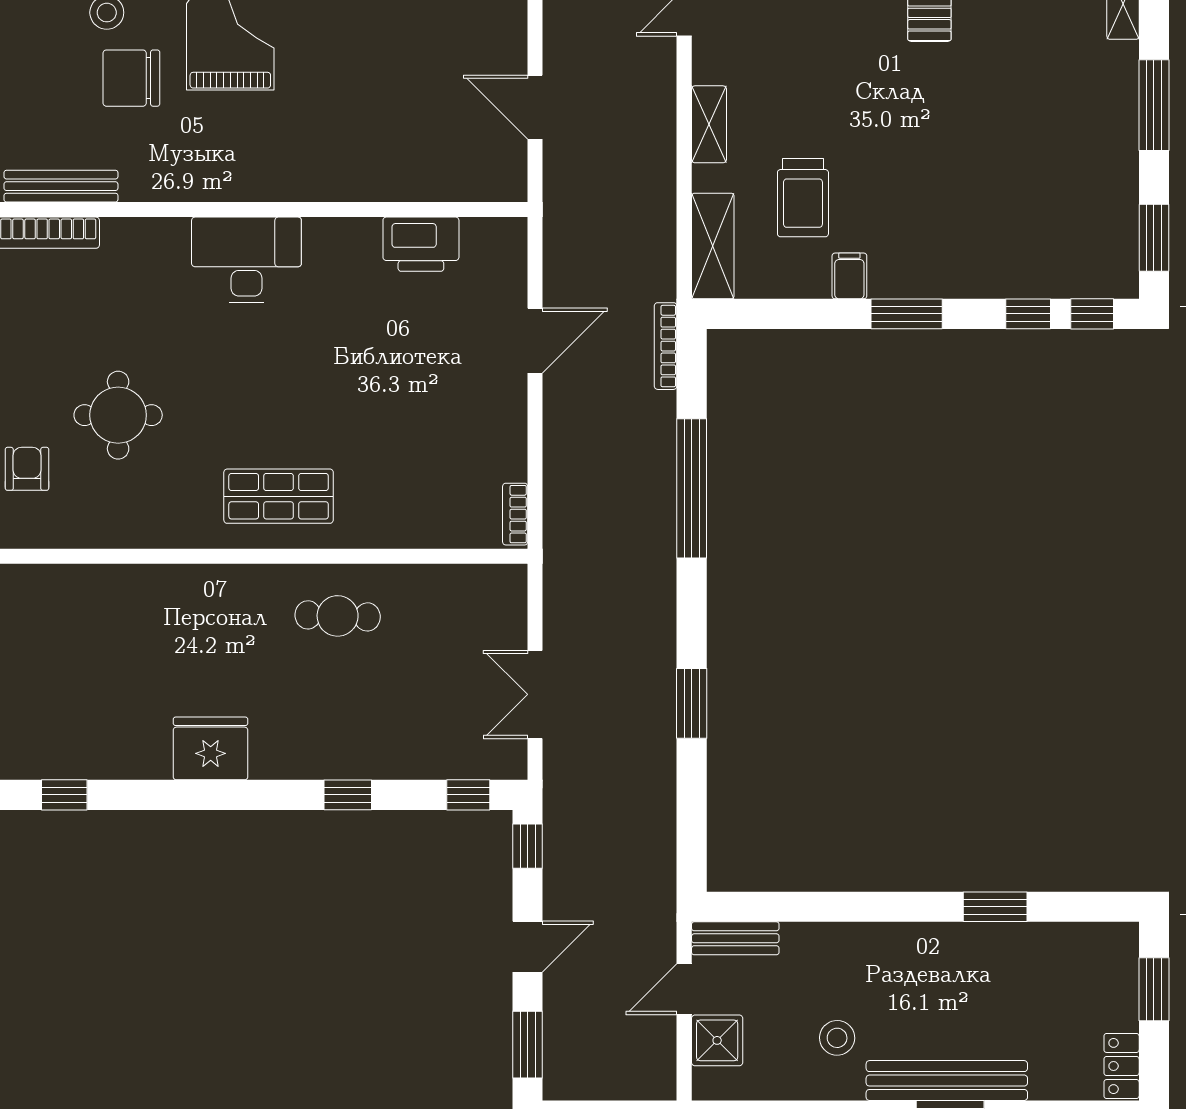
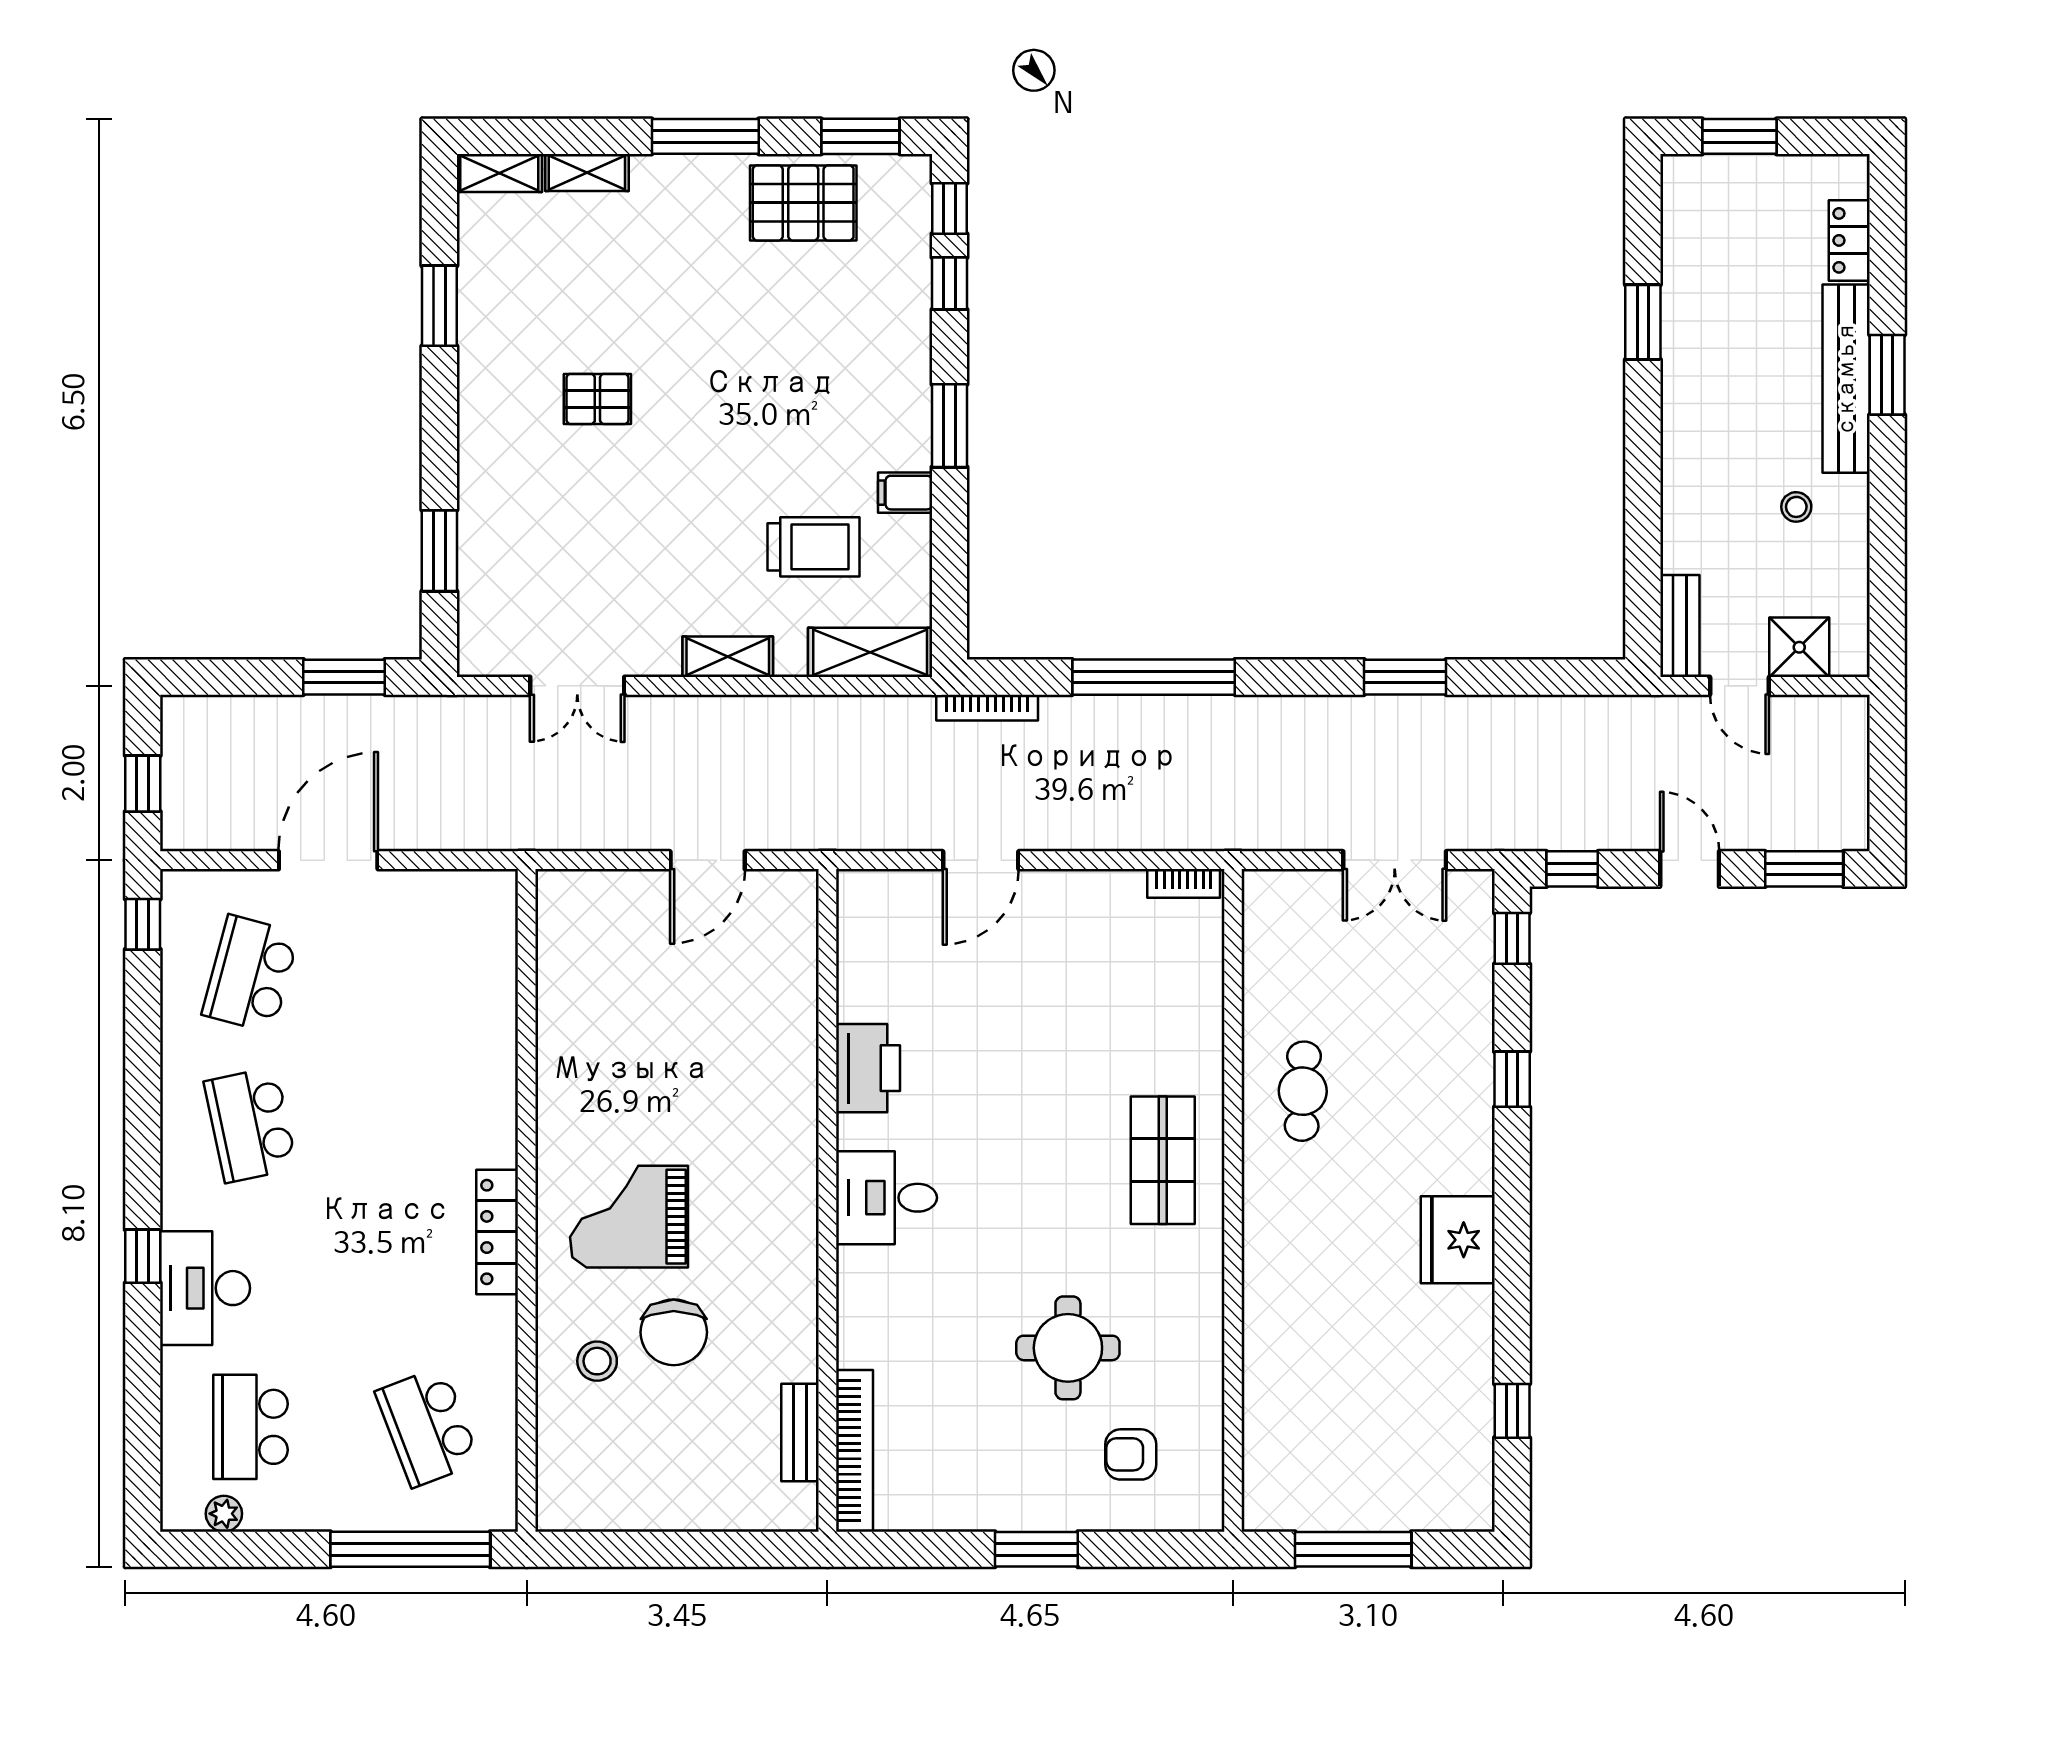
bench: (61, 186) -> (800, 1432), width x0.73
pallet: (1097, 189) -> (803, 203), added
printer: (421, 244) -> (868, 1068), moved
desk: (246, 260) -> (886, 1198), width x0.73
door: (535, 341) -> (981, 860), swing flipped
stool: (837, 1038) -> (1796, 507), width x0.73, depth x0.73
locker: (1122, 1066) -> (1849, 240), moved, turned 90

